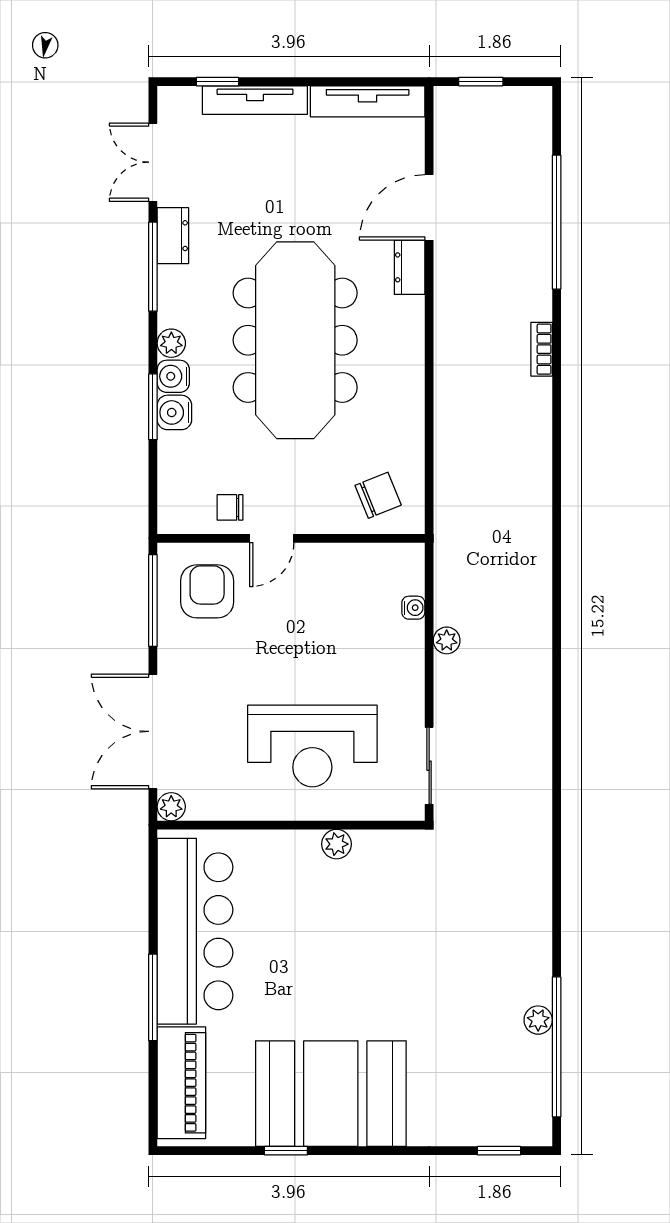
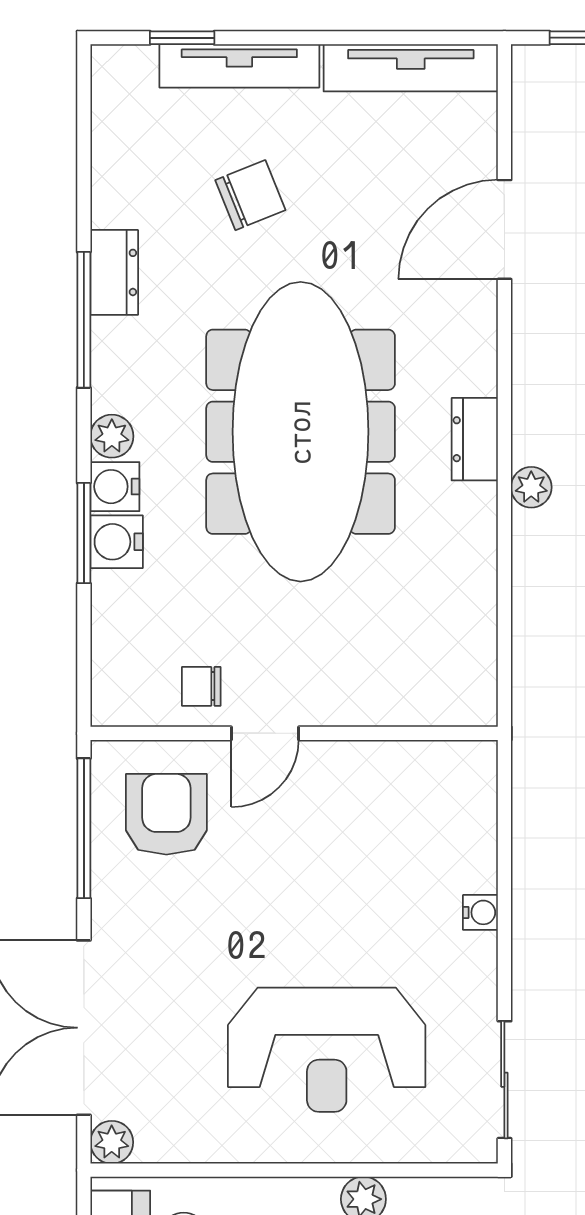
double door: (153, 162) -> (84, 161), removed
dresser: (410, 267) -> (475, 439), moved
chair: (378, 495) -> (250, 195), moved
water cooler: (413, 608) -> (480, 912), moved
plant: (447, 640) -> (531, 487), moved

